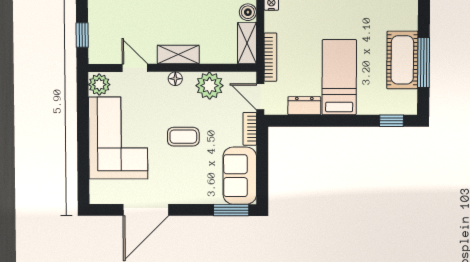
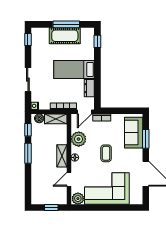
sofa: (240, 176) -> (134, 133), moved, turned 90
window: (231, 210) -> (146, 139), moved

